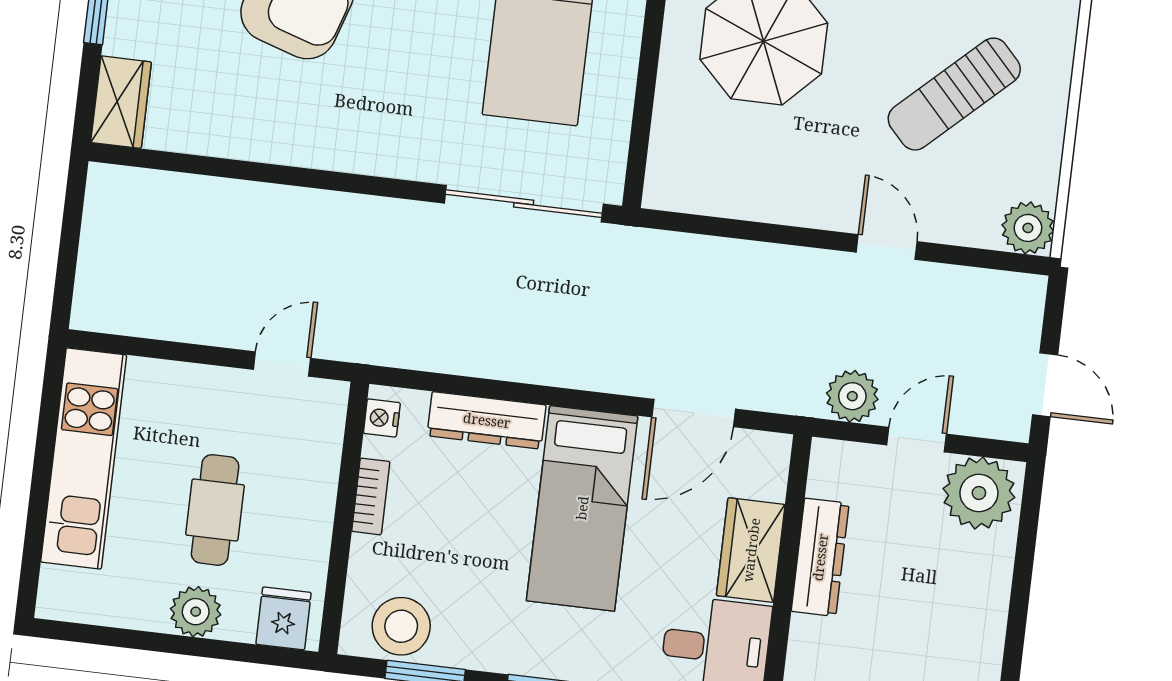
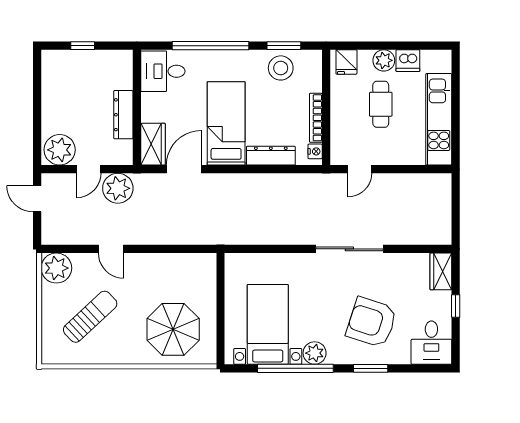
sliding door: (524, 204) -> (349, 249), moved
plant: (1028, 228) -> (56, 268), width x1.36, depth x1.36
plant: (852, 396) -> (118, 188), width x1.36, depth x1.36
bookcase: (371, 496) -> (316, 118), width x1.56
wardrobe: (751, 550) -> (153, 144), moved
dishwasher: (139, 604) -> (408, 61), added
stool: (401, 626) -> (281, 68), moved

